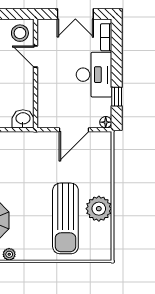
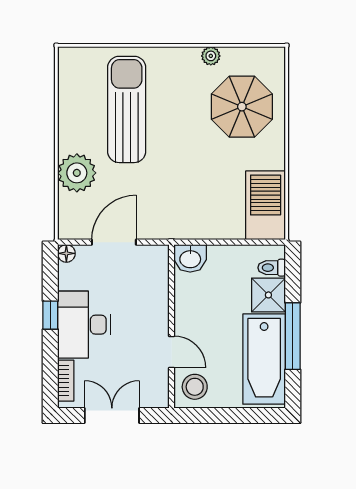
window: (117, 97) -> (50, 315), moved
plant: (99, 209) -> (77, 173), moved

